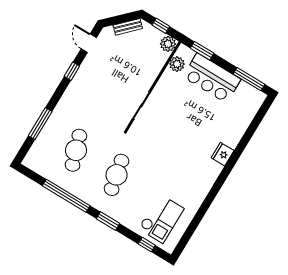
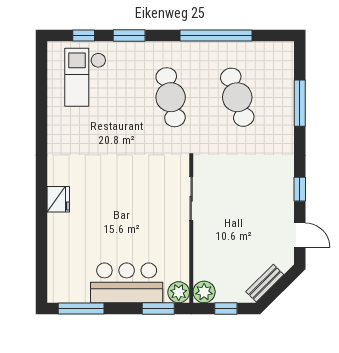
plant: (177, 64) -> (179, 292), moved
window: (108, 221) -> (129, 36), moved

